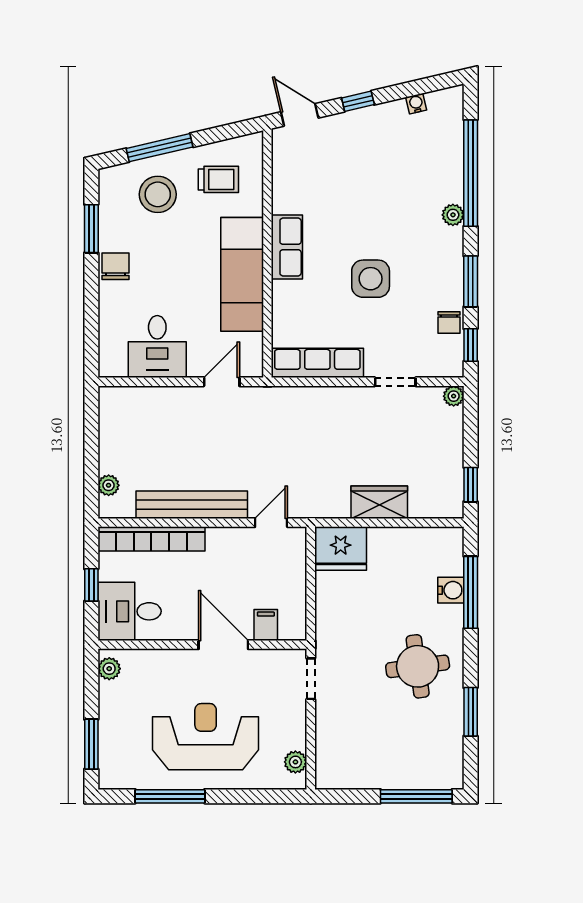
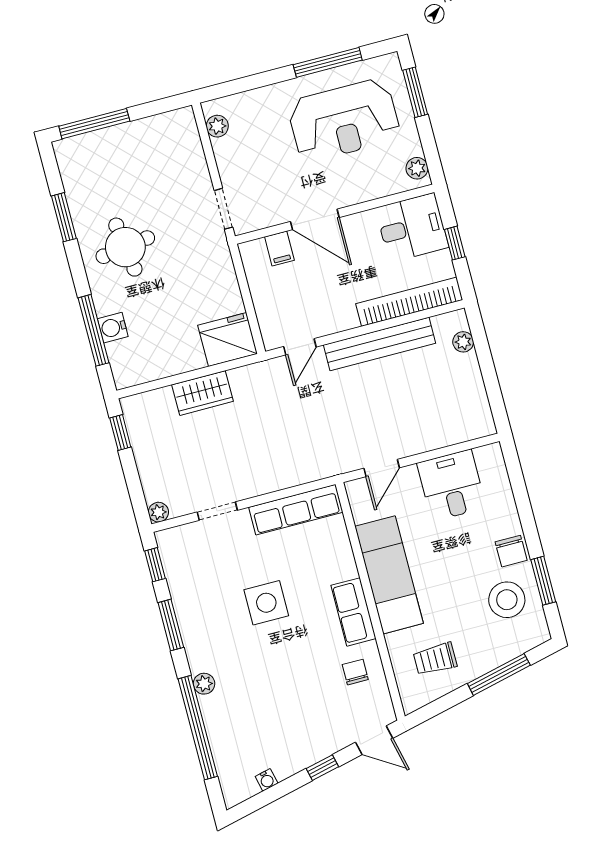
stool: (158, 194) -> (507, 600), moved
chair: (449, 322) -> (355, 672), moved
reception desk: (206, 737) -> (344, 120), moved

